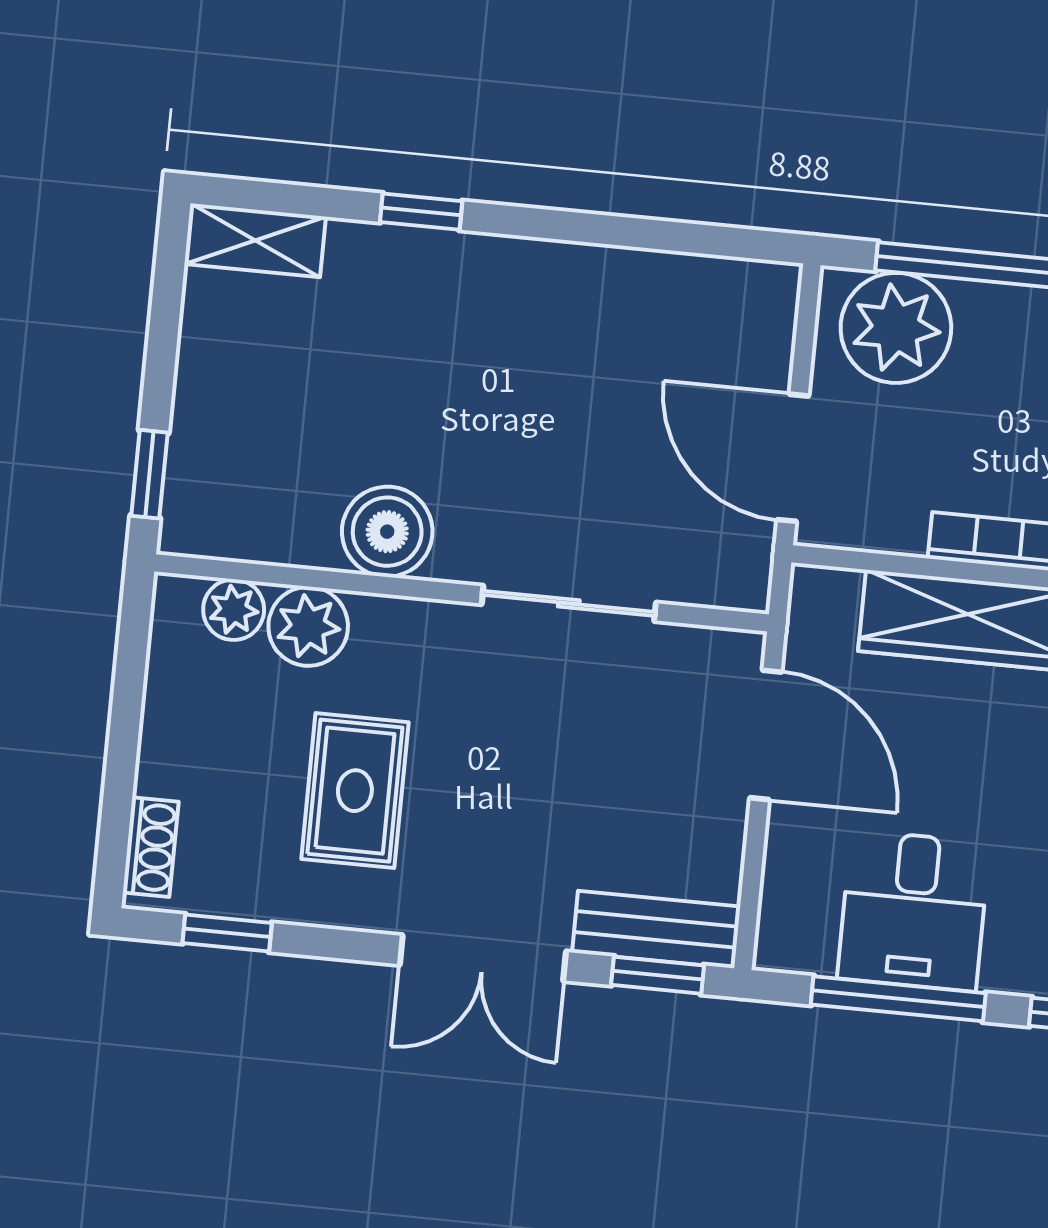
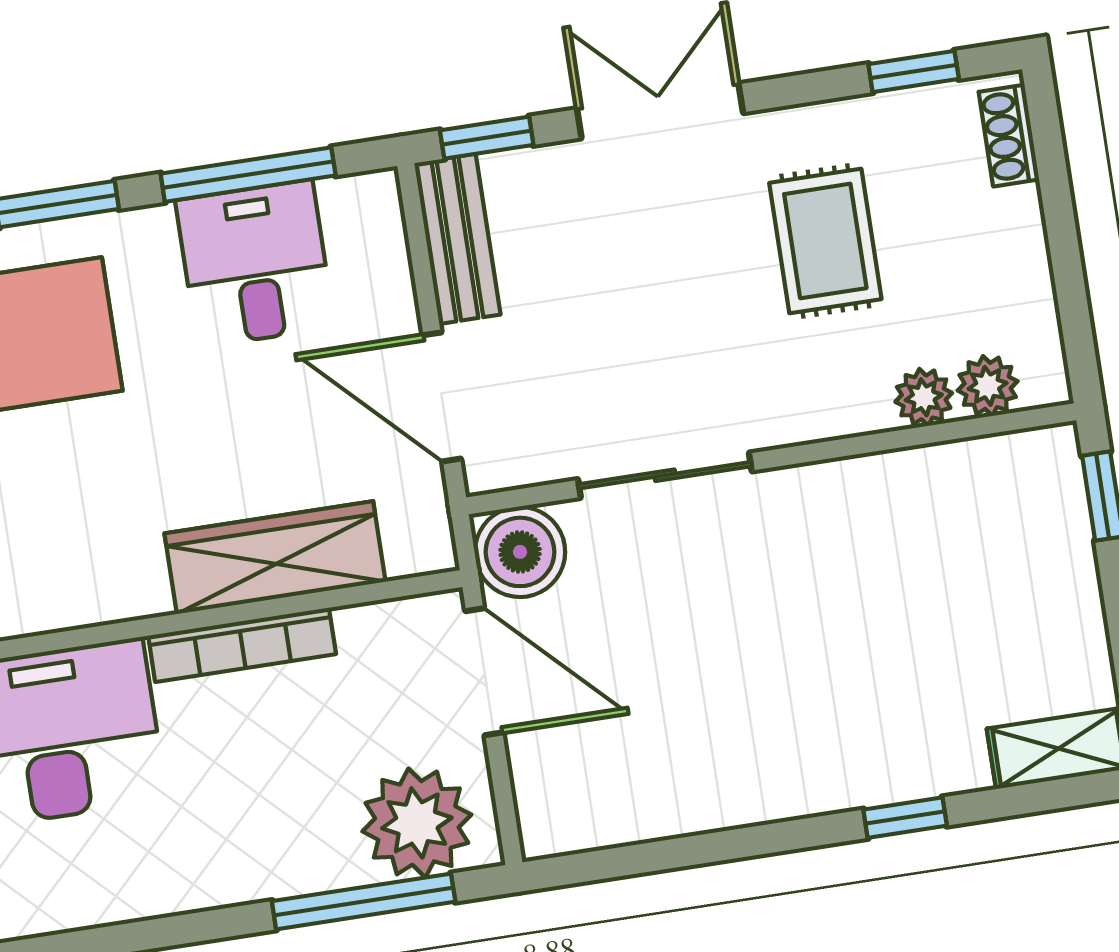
boiler: (387, 532) -> (520, 552), moved
plant: (308, 626) -> (924, 397), width x0.73, depth x0.73
bench: (656, 930) -> (457, 239), moved, turned 90

